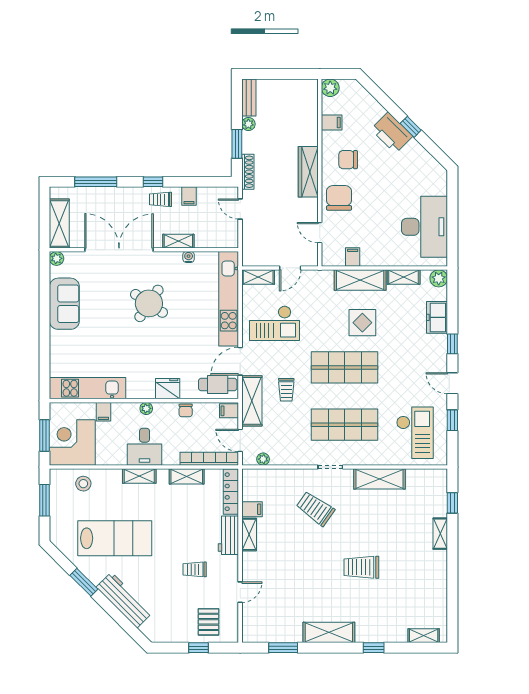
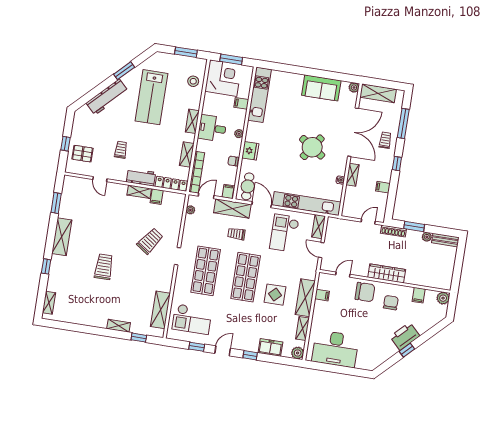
trolley: (161, 199) -> (385, 140), moved
shelving: (379, 479) -> (160, 310), moved

